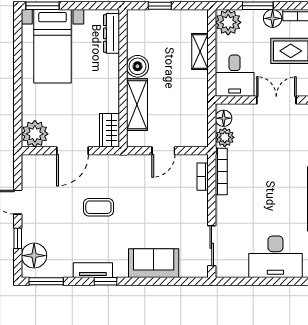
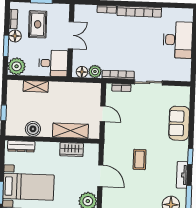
boiler: (137, 66) -> (33, 129), moved
double door: (276, 100) -> (71, 35), swing flipped
wardrobe: (109, 130) -> (72, 149), moved
sliding door: (212, 246) -> (148, 82), moved
tv unit: (93, 270) -> (182, 175), moved

